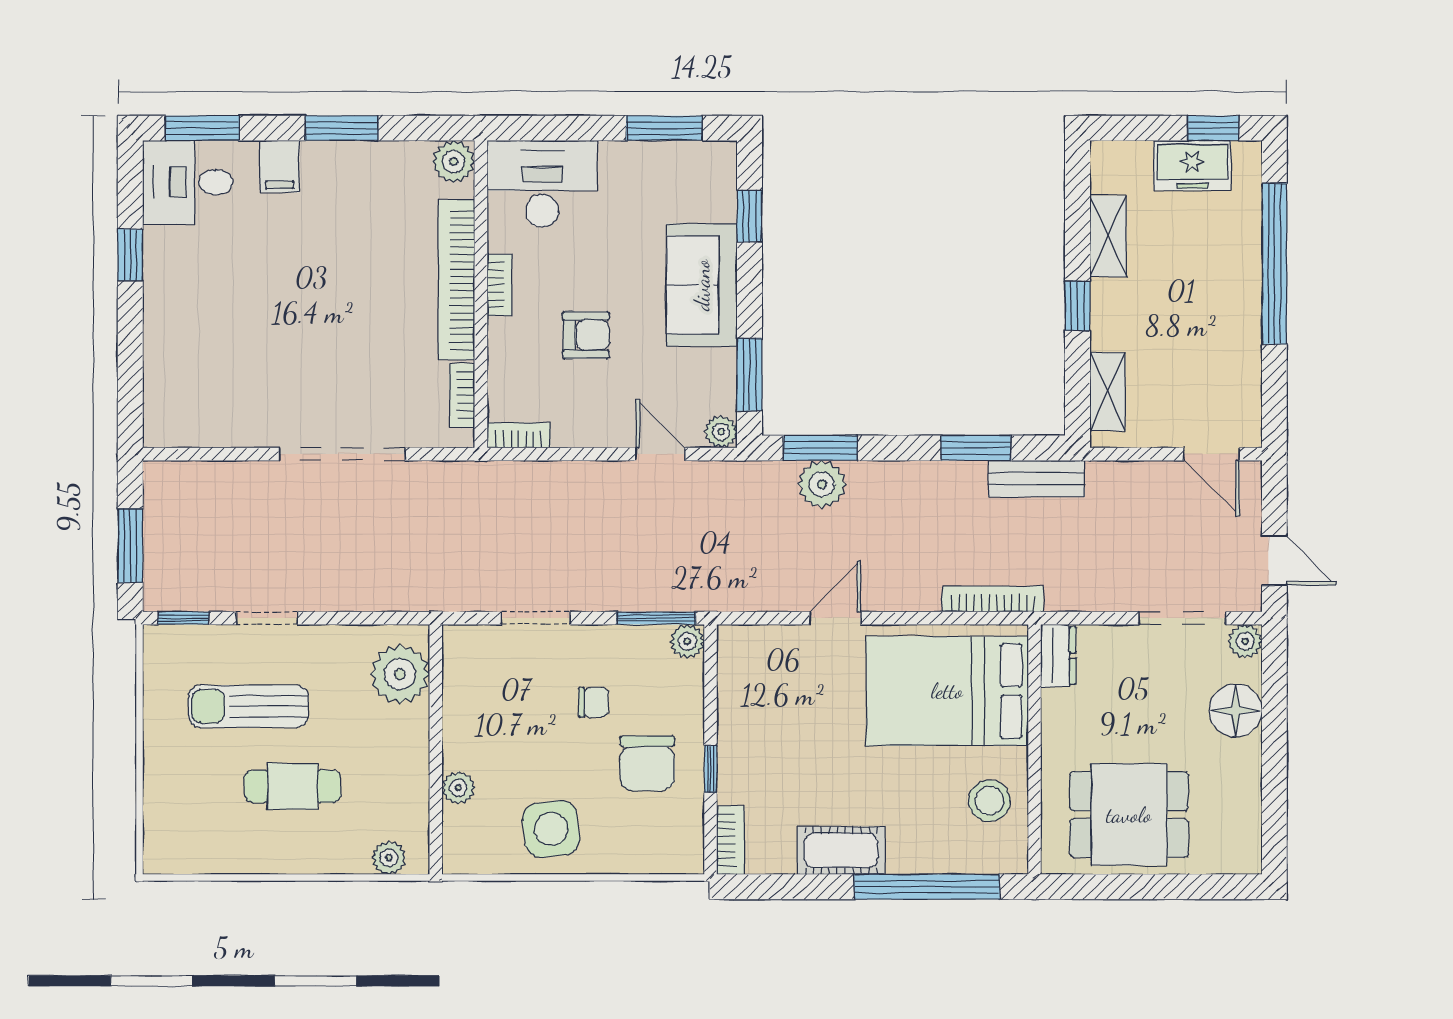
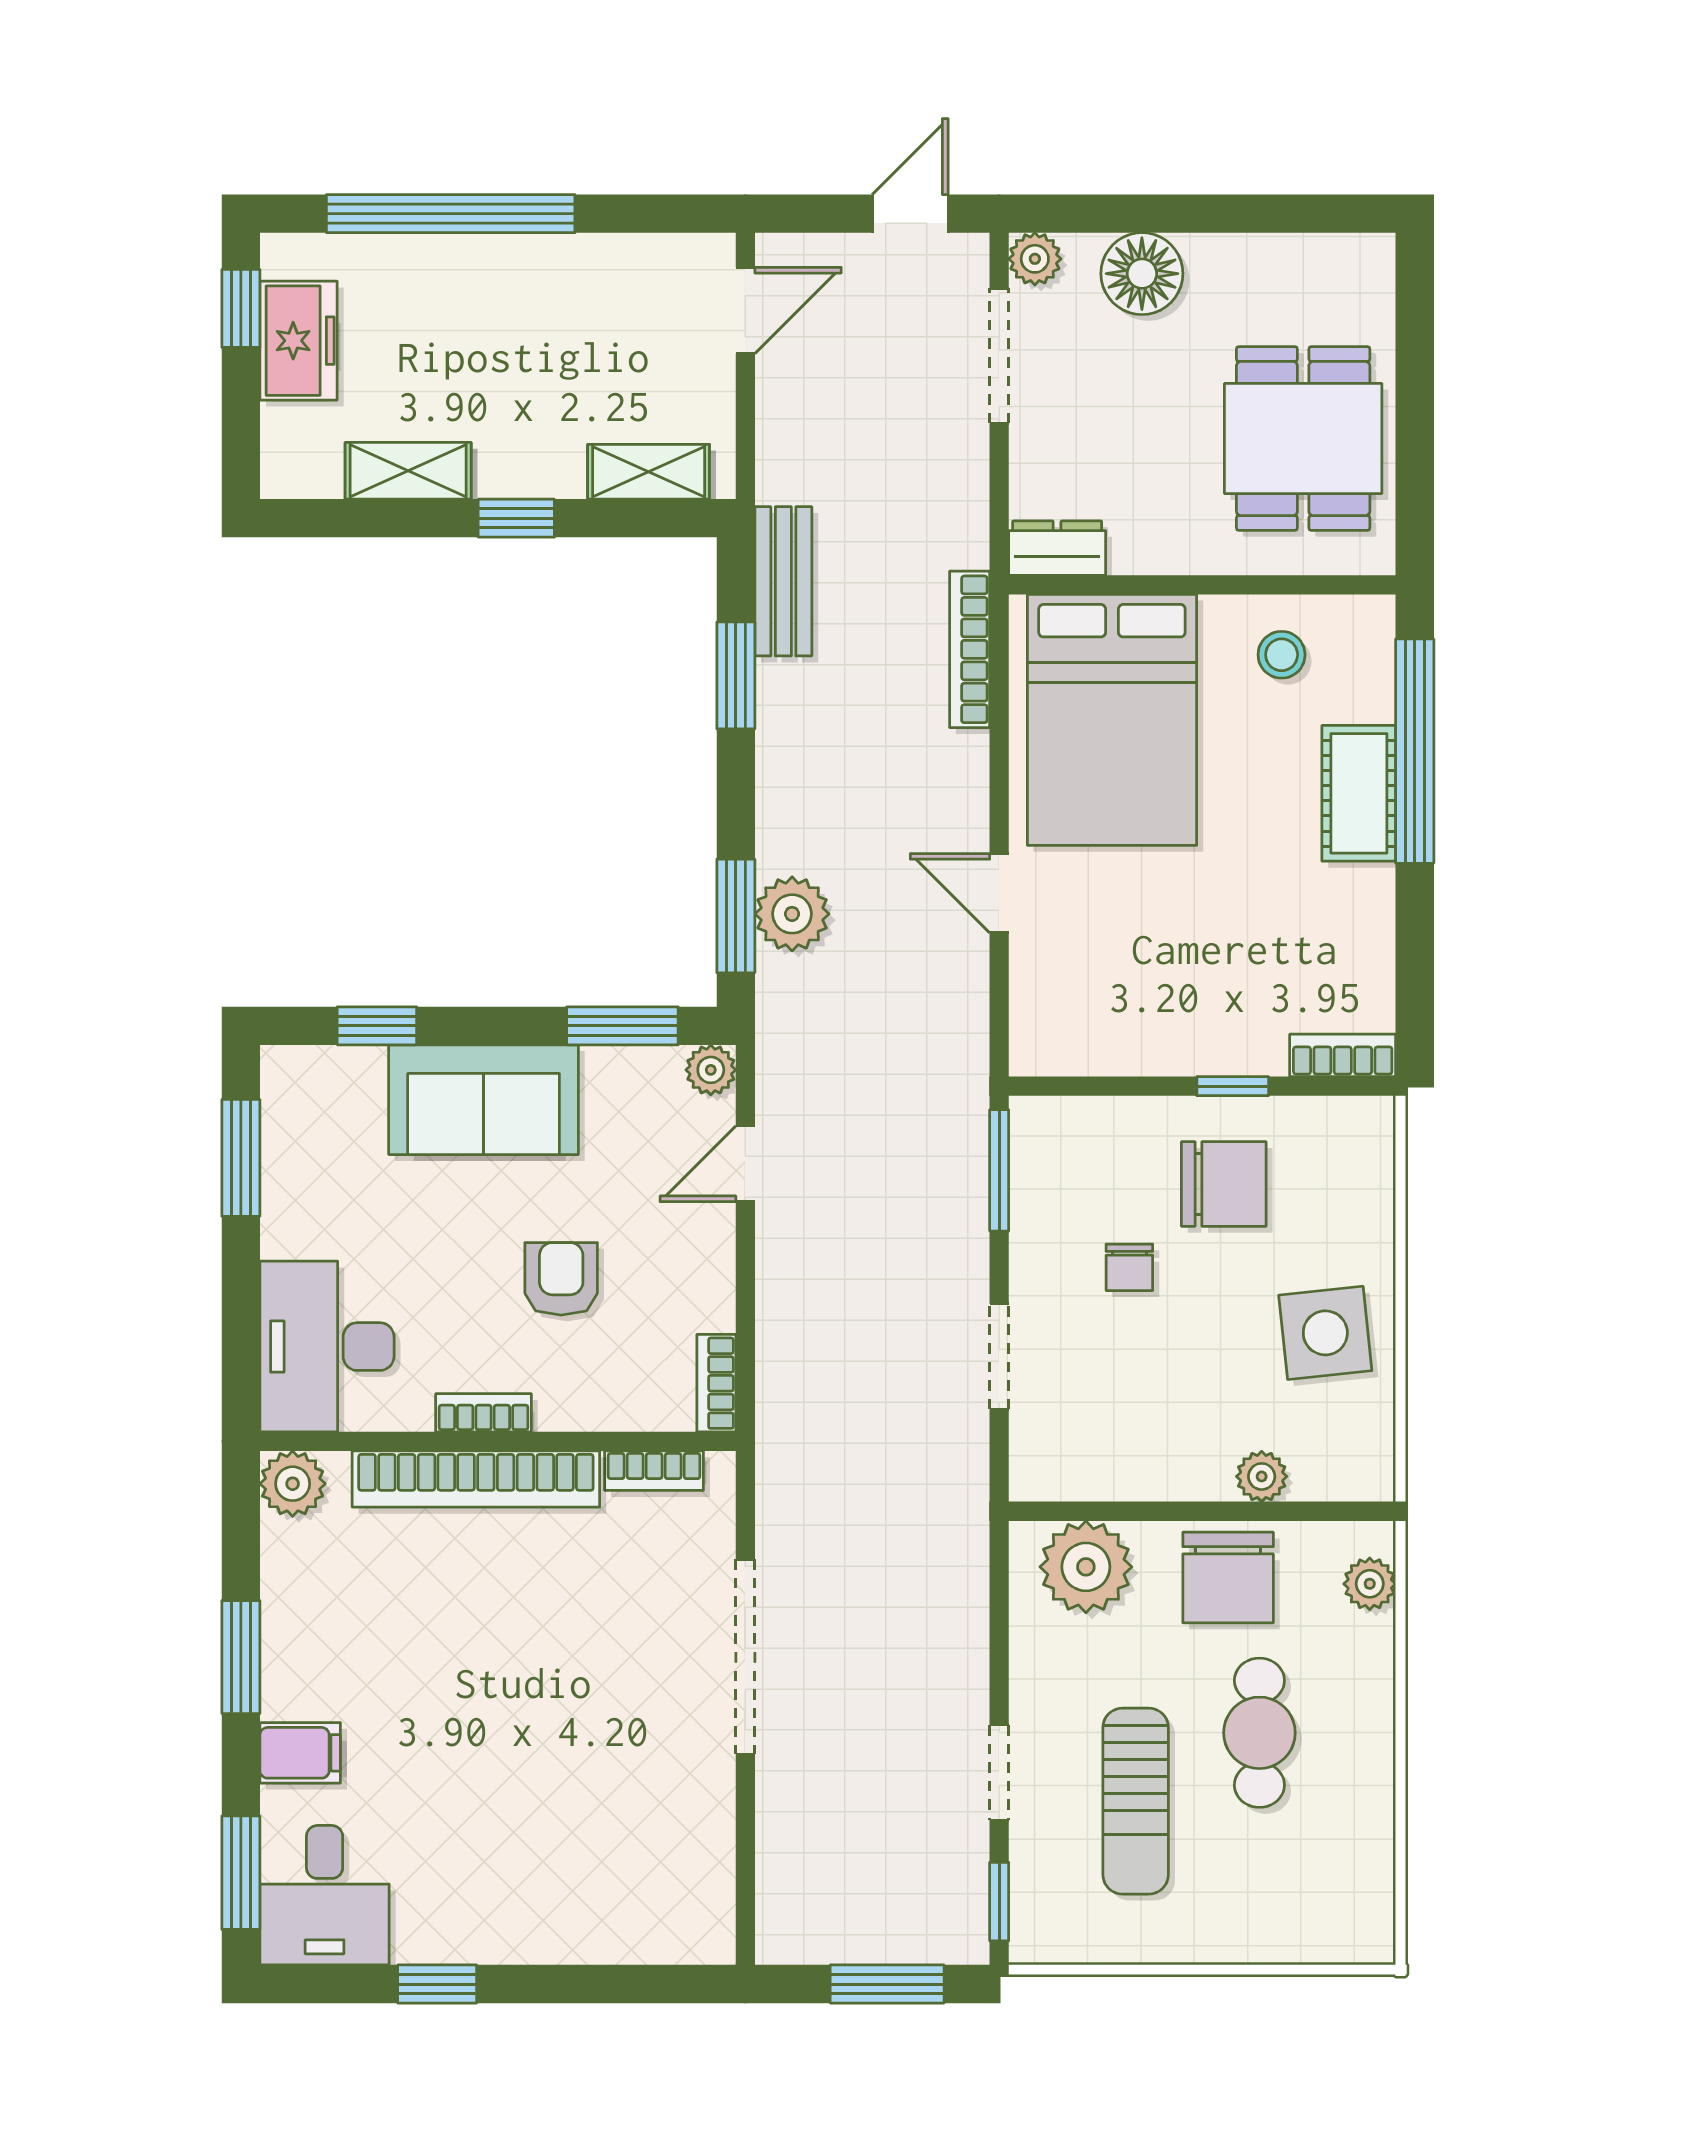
plant: (687, 641) -> (1035, 1122), removed
chair: (593, 702) -> (1129, 1267), turned 180
chair: (393, 766) -> (1228, 1577), added
stool: (989, 801) -> (1282, 655), width x0.73, depth x0.73
cot: (841, 851) -> (1359, 793), moved

